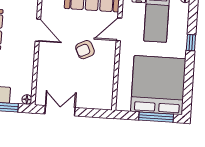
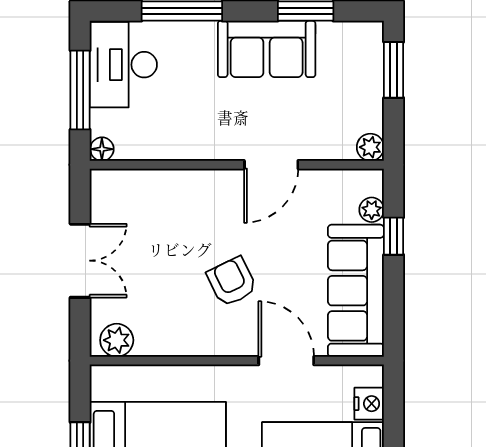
plant: (106, 99) -> (117, 340), added
double door: (60, 111) -> (80, 261), moved

